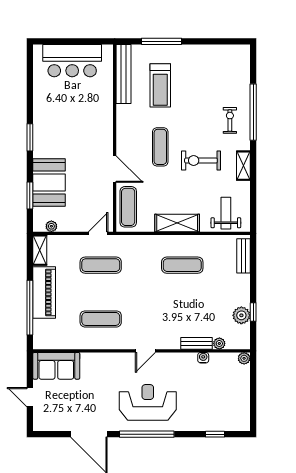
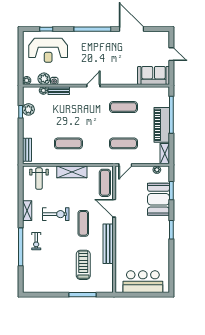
bench: (124, 74) -> (108, 244), moved
plant: (218, 361) -> (44, 79), added
reception desk: (148, 402) -> (48, 50), moved

